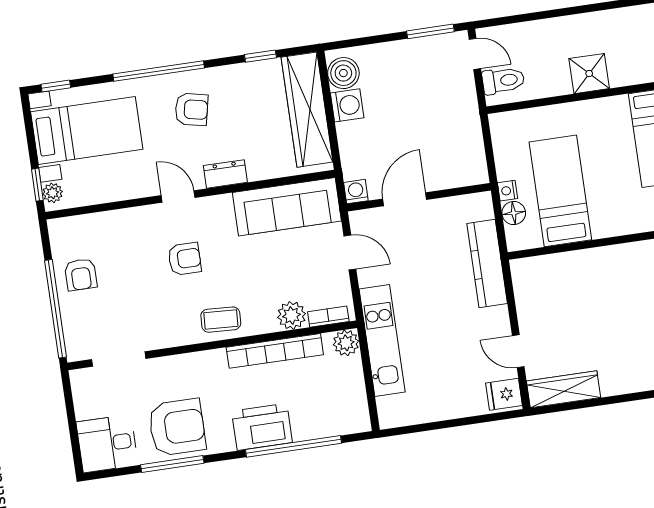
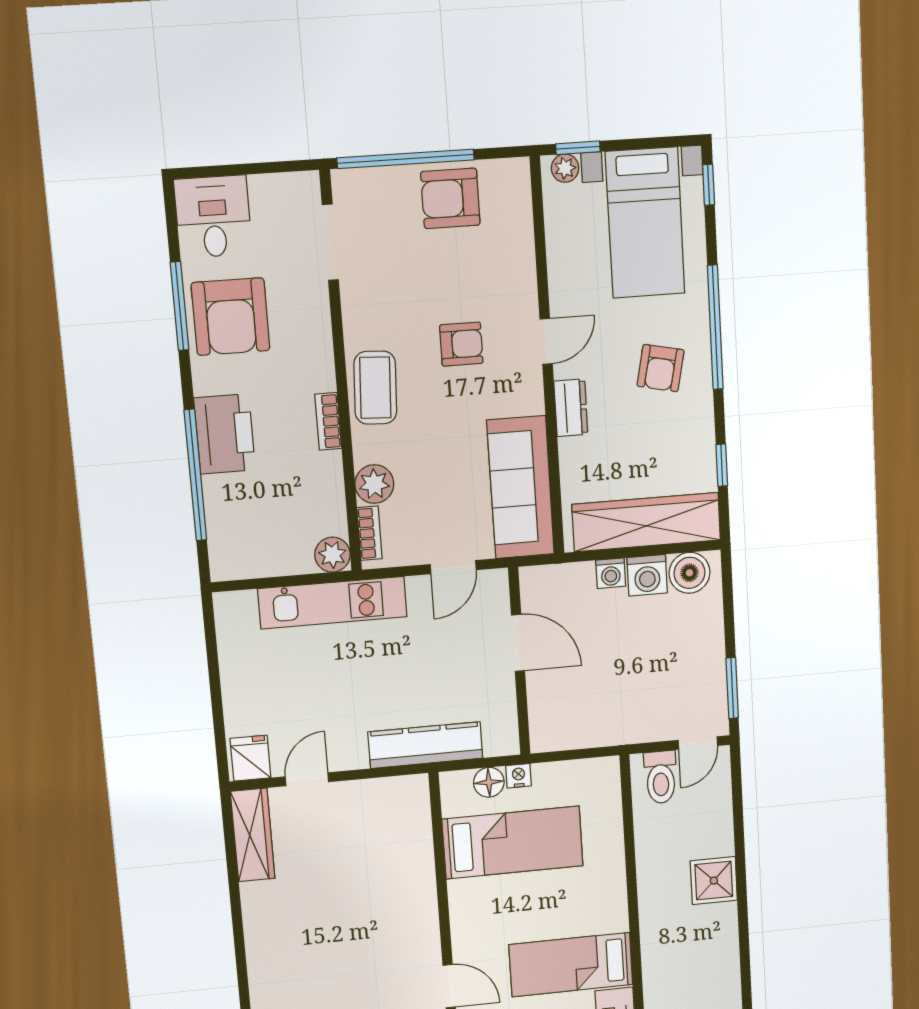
shower: (589, 74) -> (714, 881), moved
washing machine: (356, 192) -> (611, 573), moved, turned 90
armchair: (185, 259) -> (461, 344), turned -90
armchair: (81, 275) -> (450, 198), width x1.38, depth x1.38
coffee table: (221, 320) -> (375, 388), width x1.36, depth x1.30
bookcase: (275, 351) -> (328, 421), width x0.43, depth x0.76

